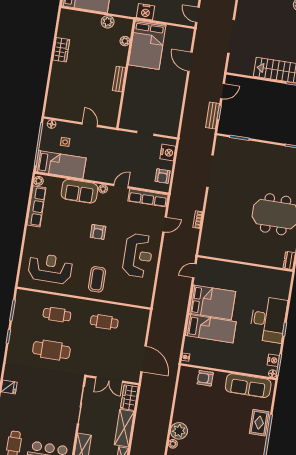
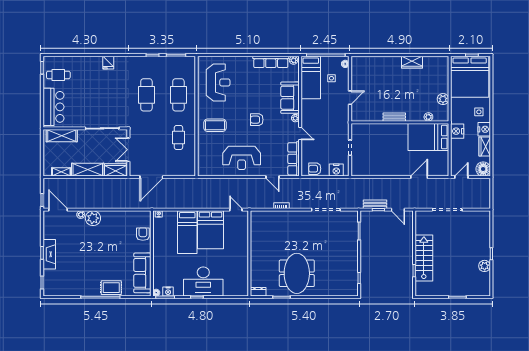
cafe table: (57, 315) -> (178, 95), width x1.37, depth x1.35

